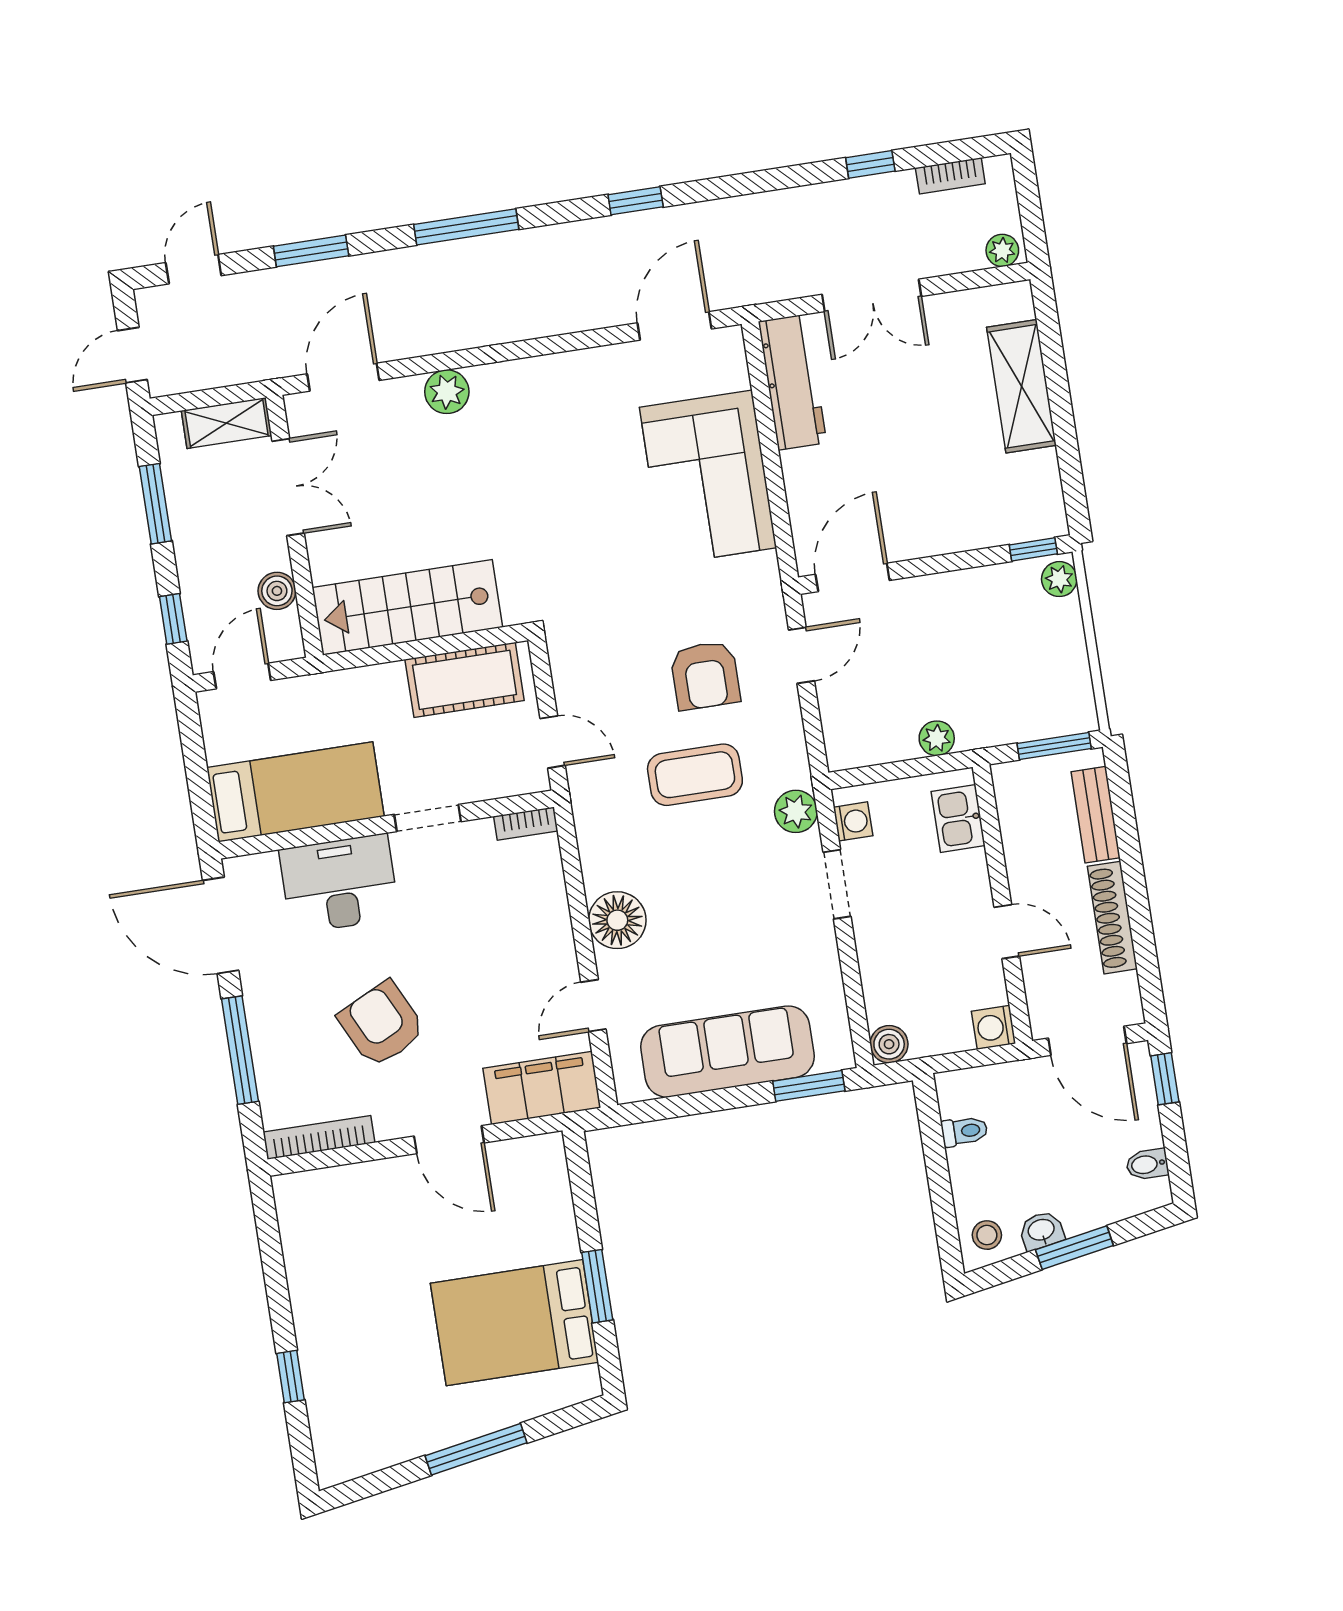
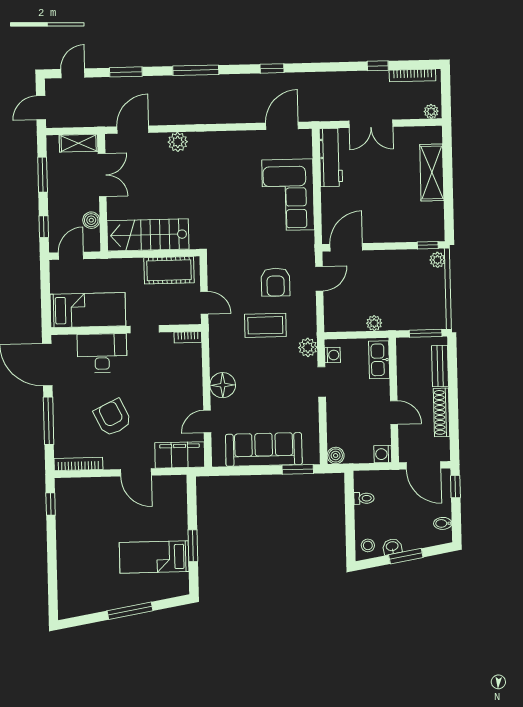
bookcase: (950, 176) -> (412, 75), width x1.56
kitchen sink: (958, 818) -> (379, 360), width x1.38
bed: (514, 1323) -> (154, 557), width x0.67
window: (291, 1377) -> (51, 504), moved

